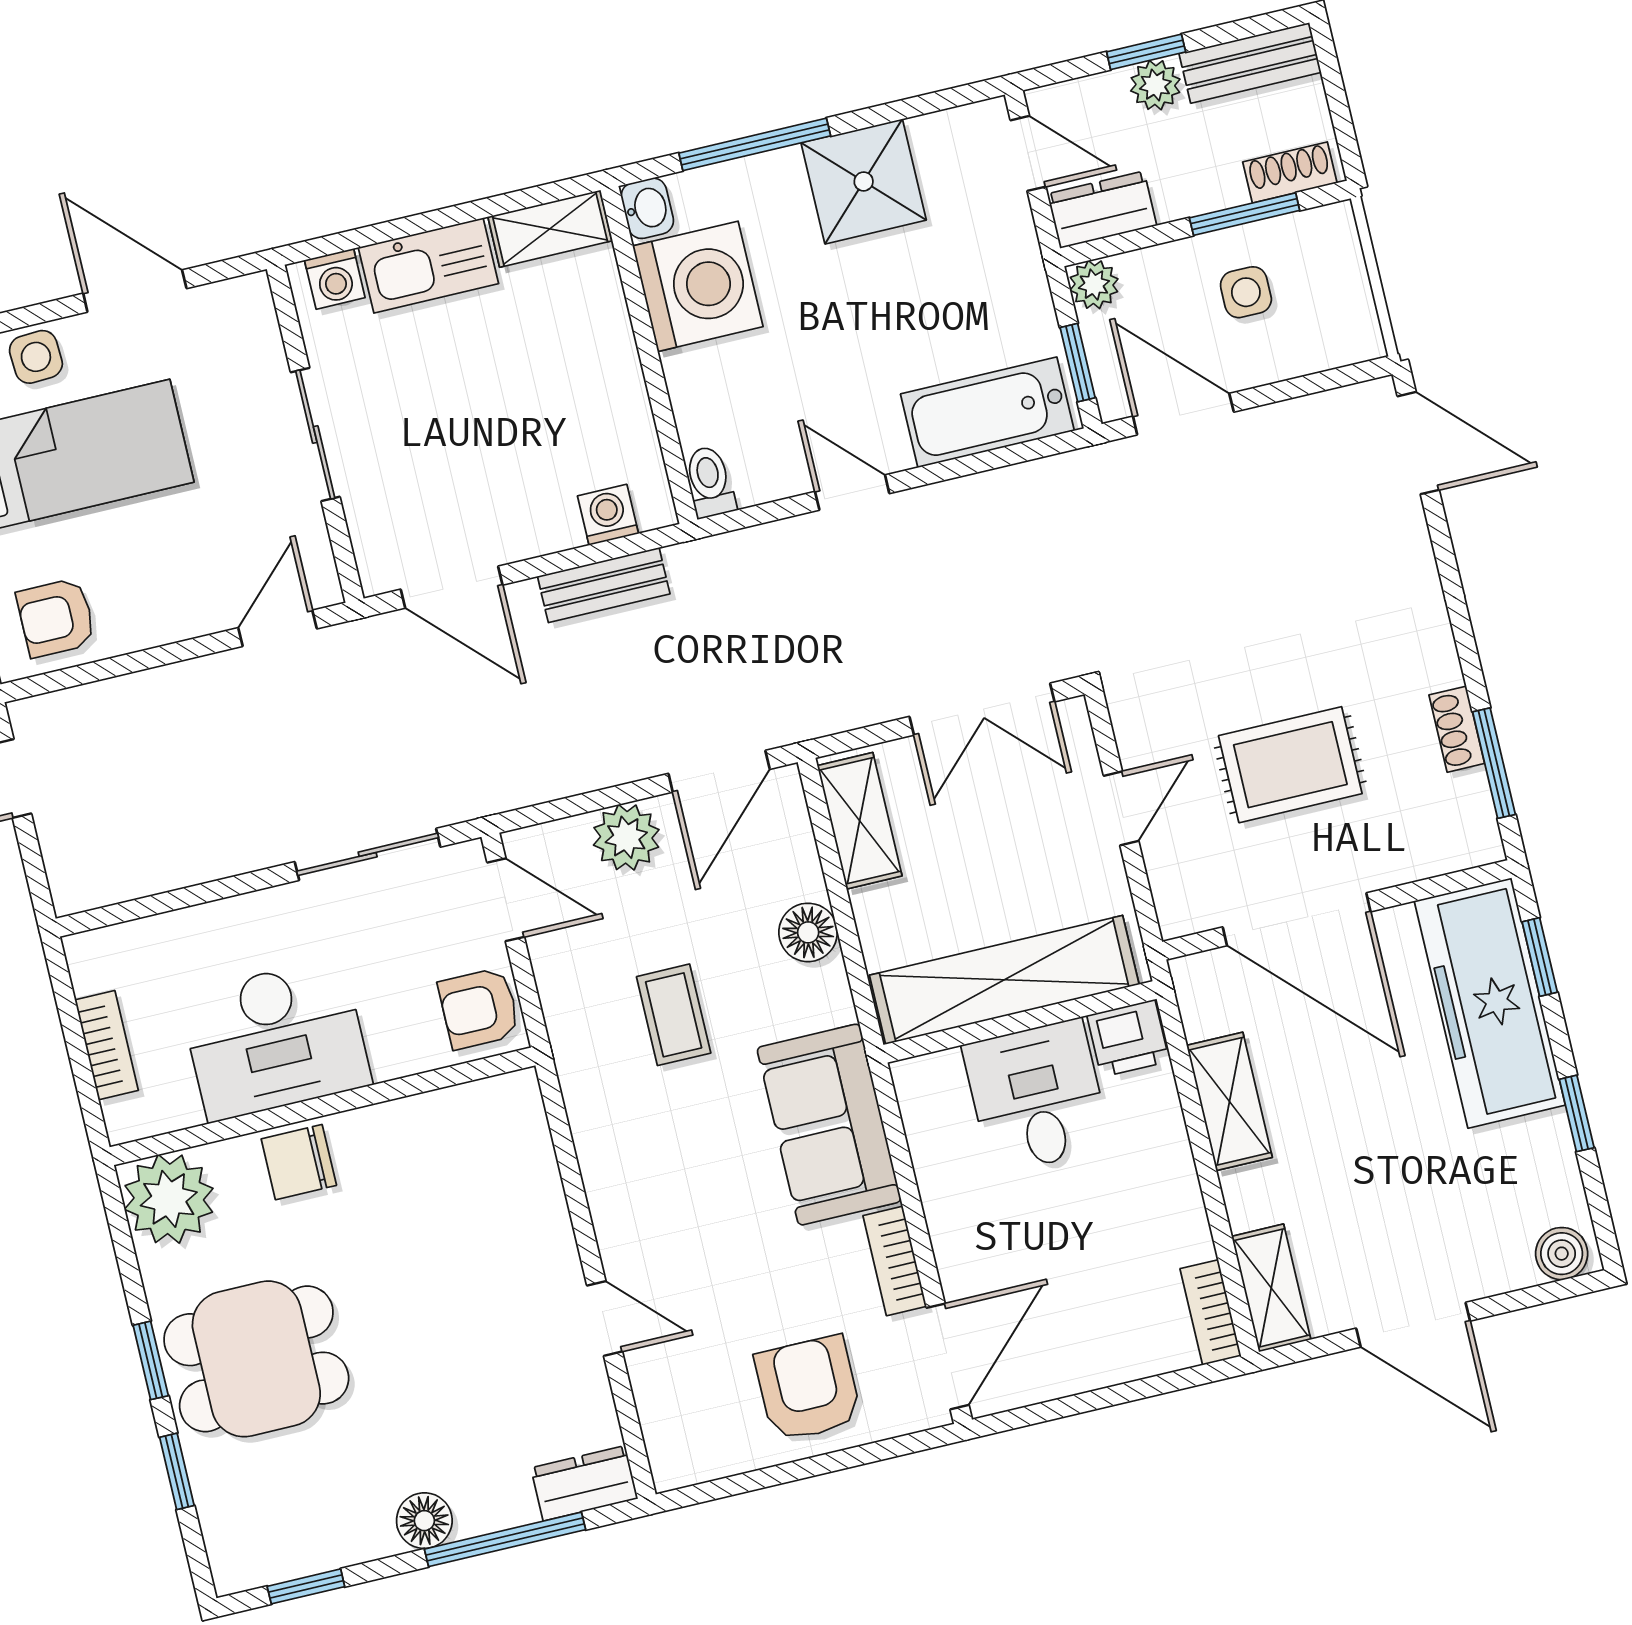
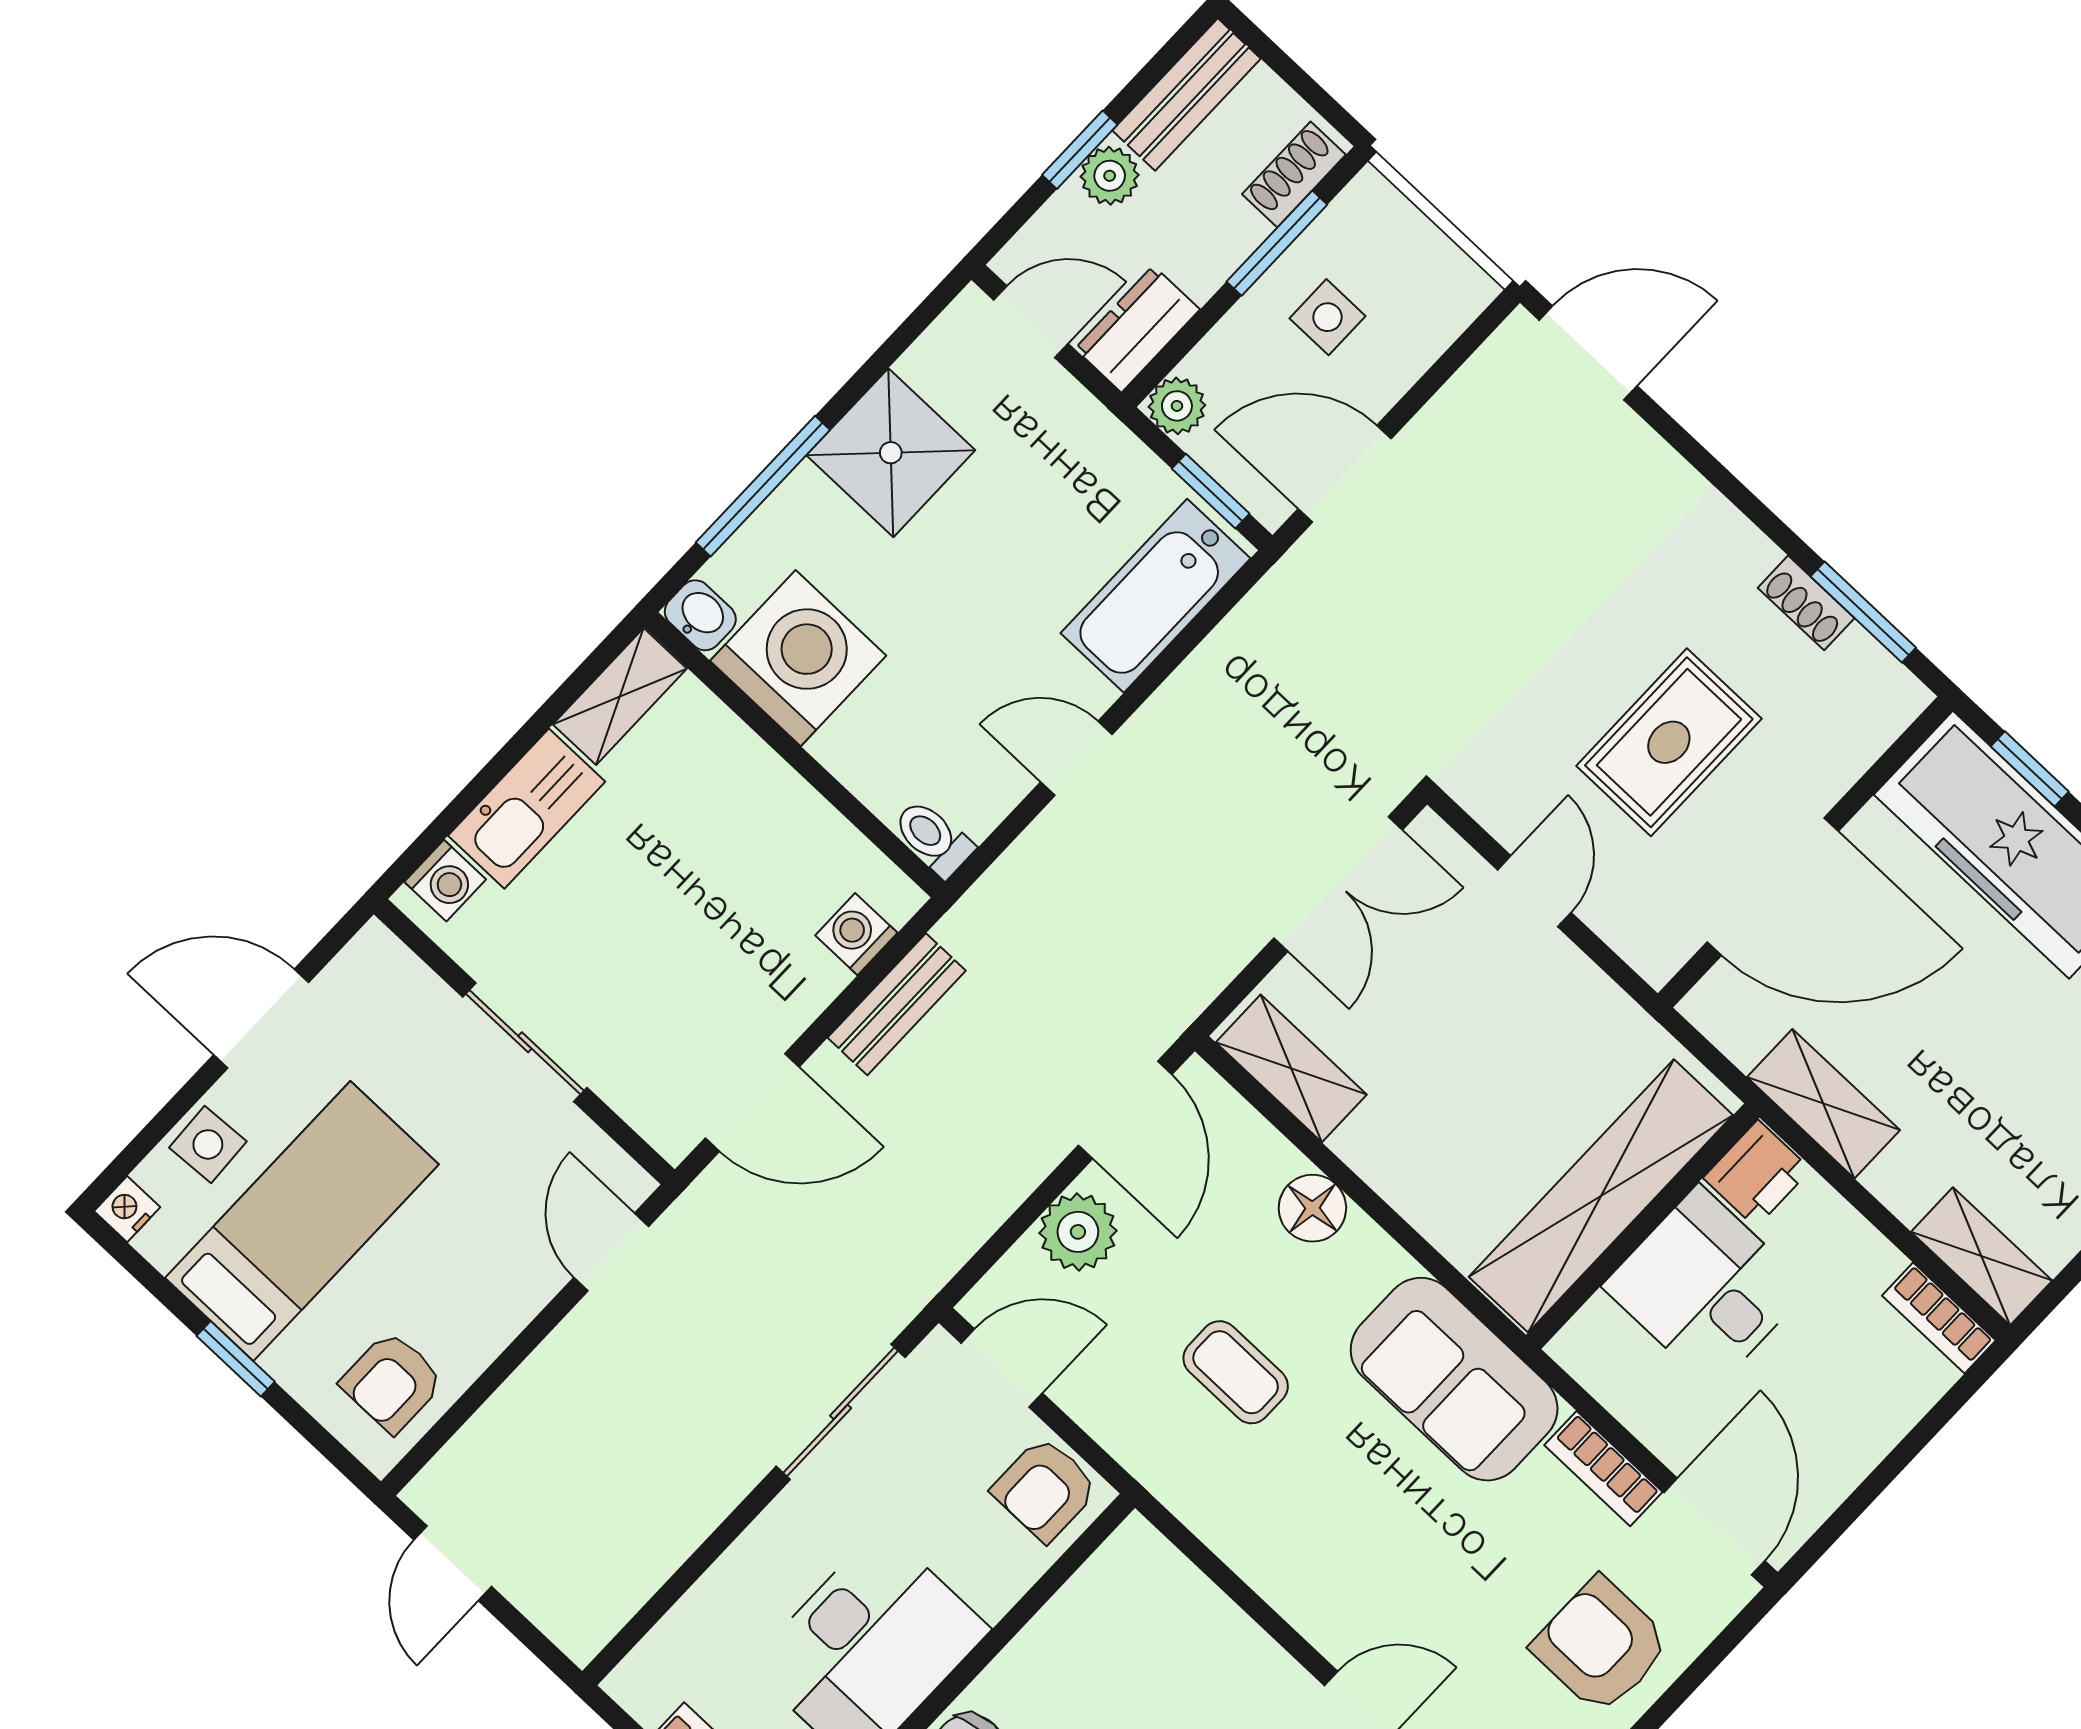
shelving: (1004, 980) -> (1601, 1196), moved
wall: (1020, 1022) -> (1643, 1226), moved
printer: (1128, 1038) -> (1757, 1174), moved
desk: (1037, 1096) -> (1706, 1287), moved

